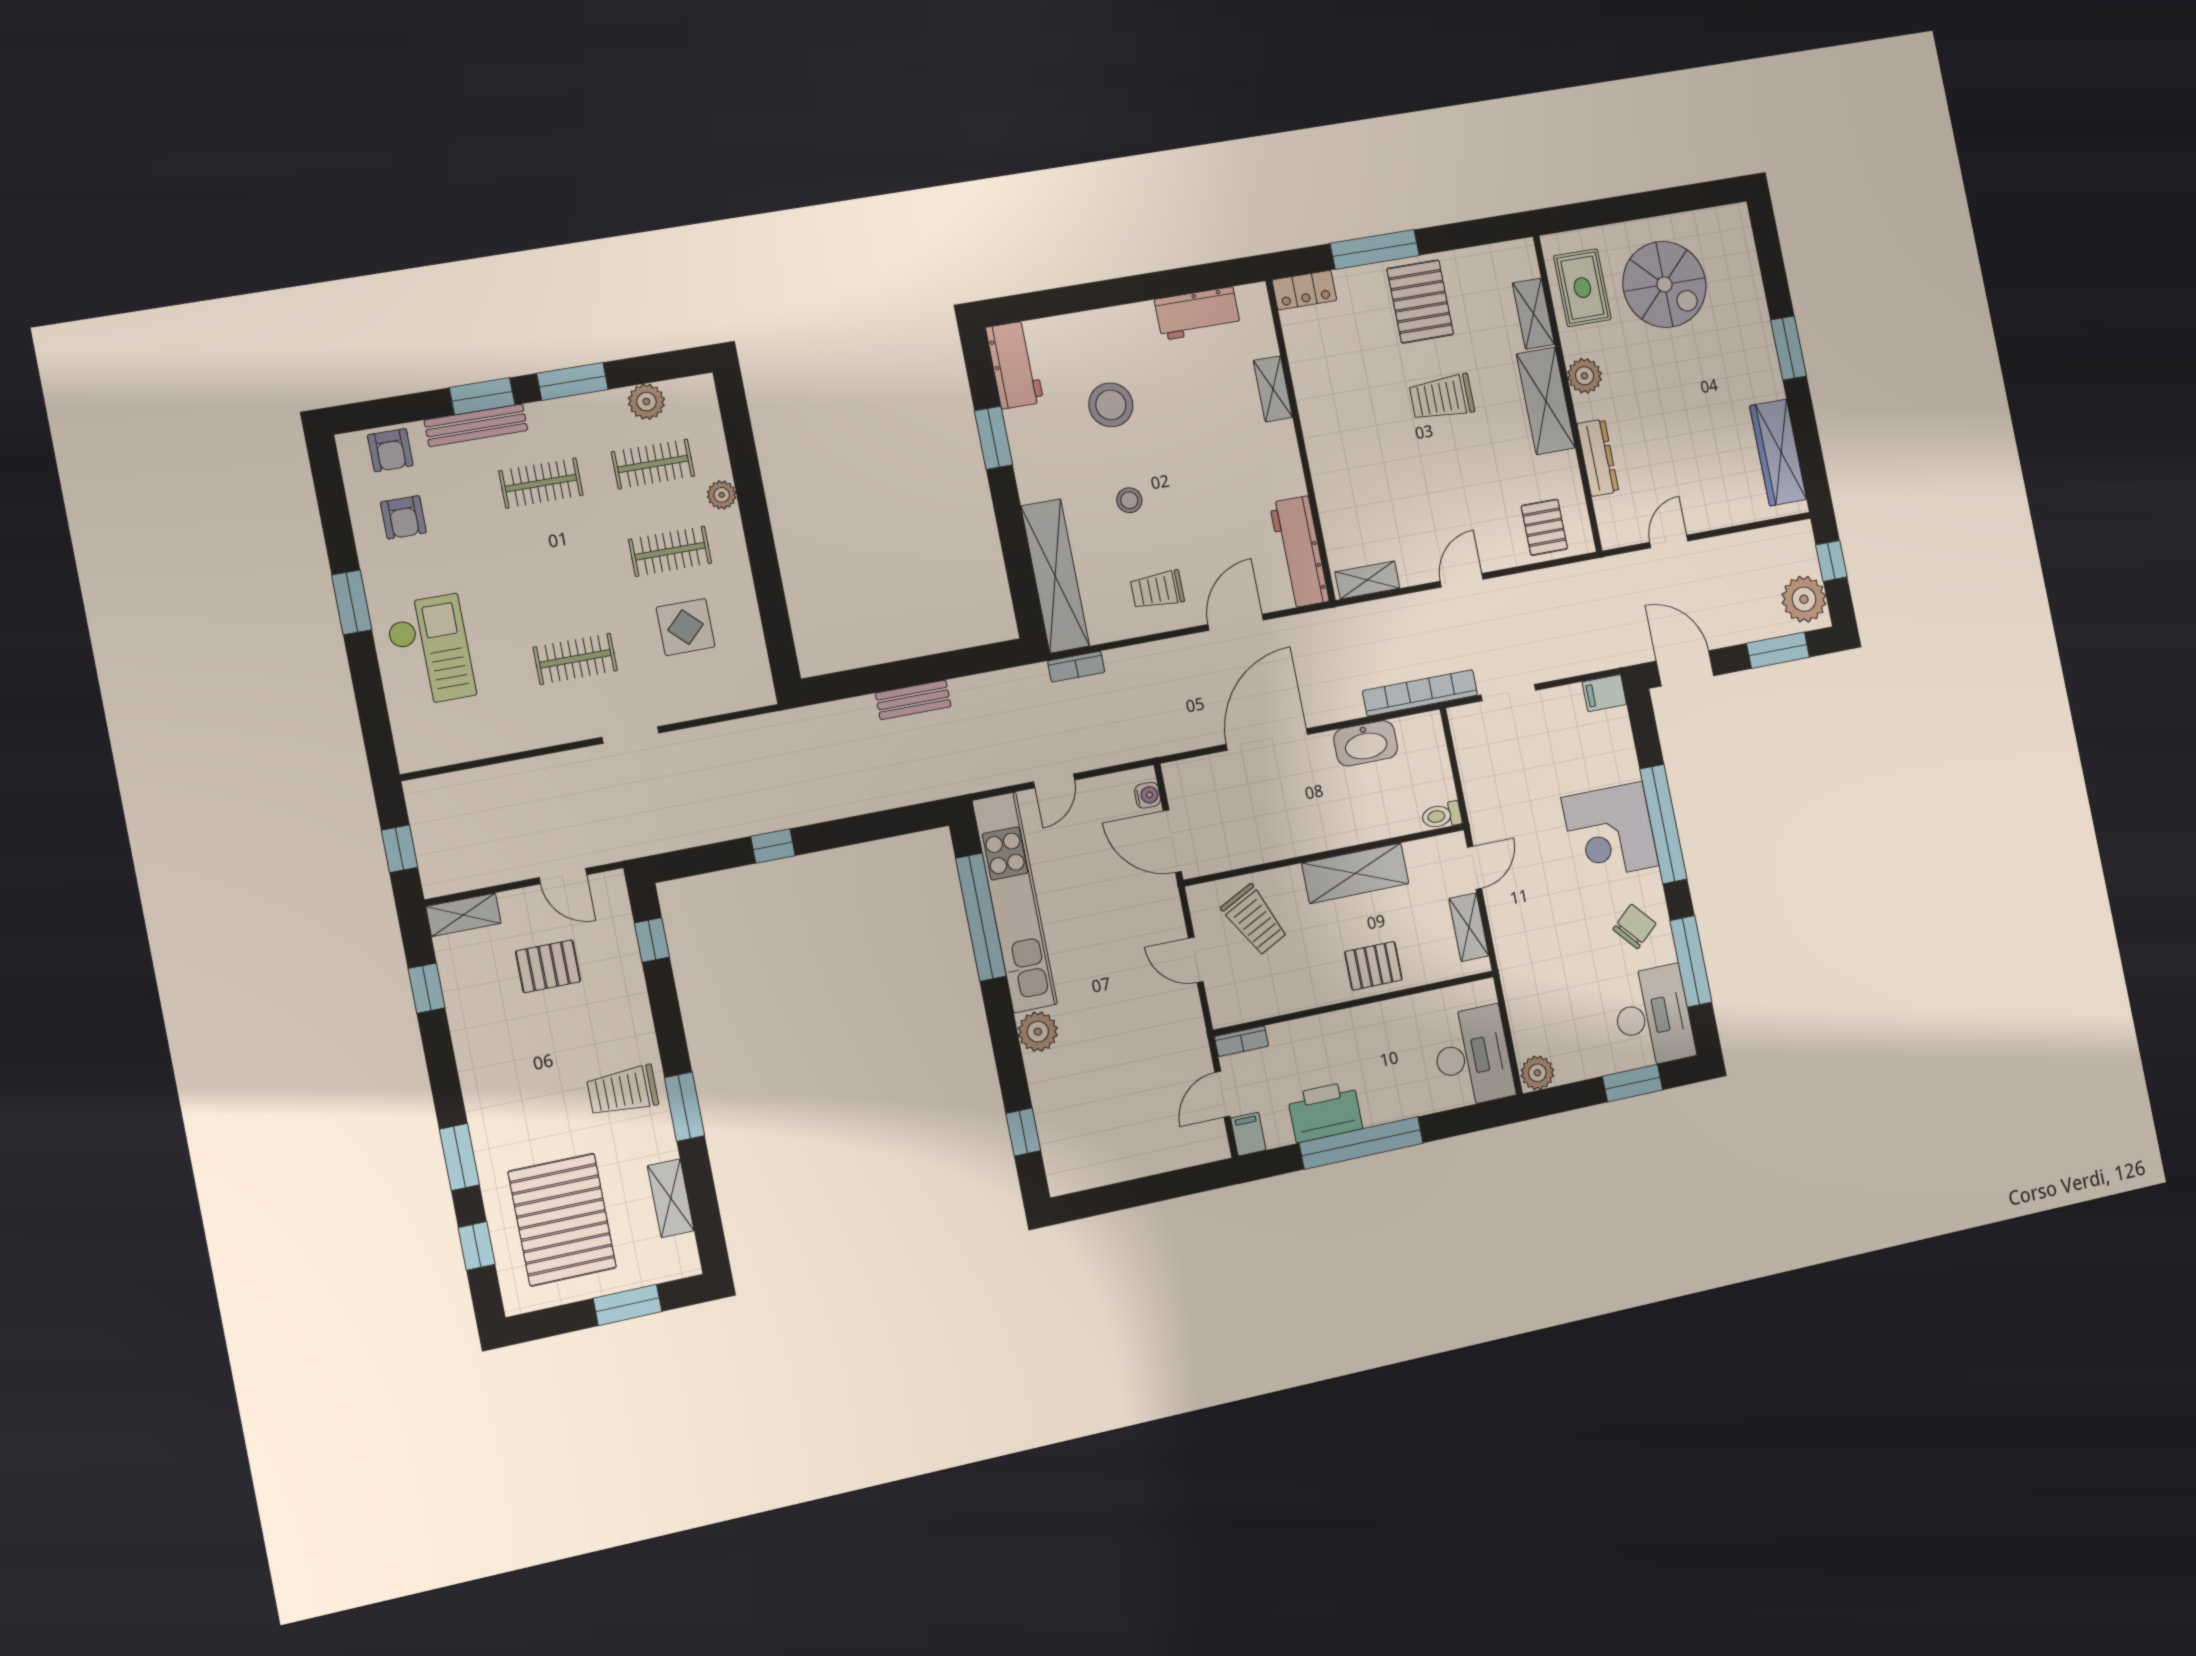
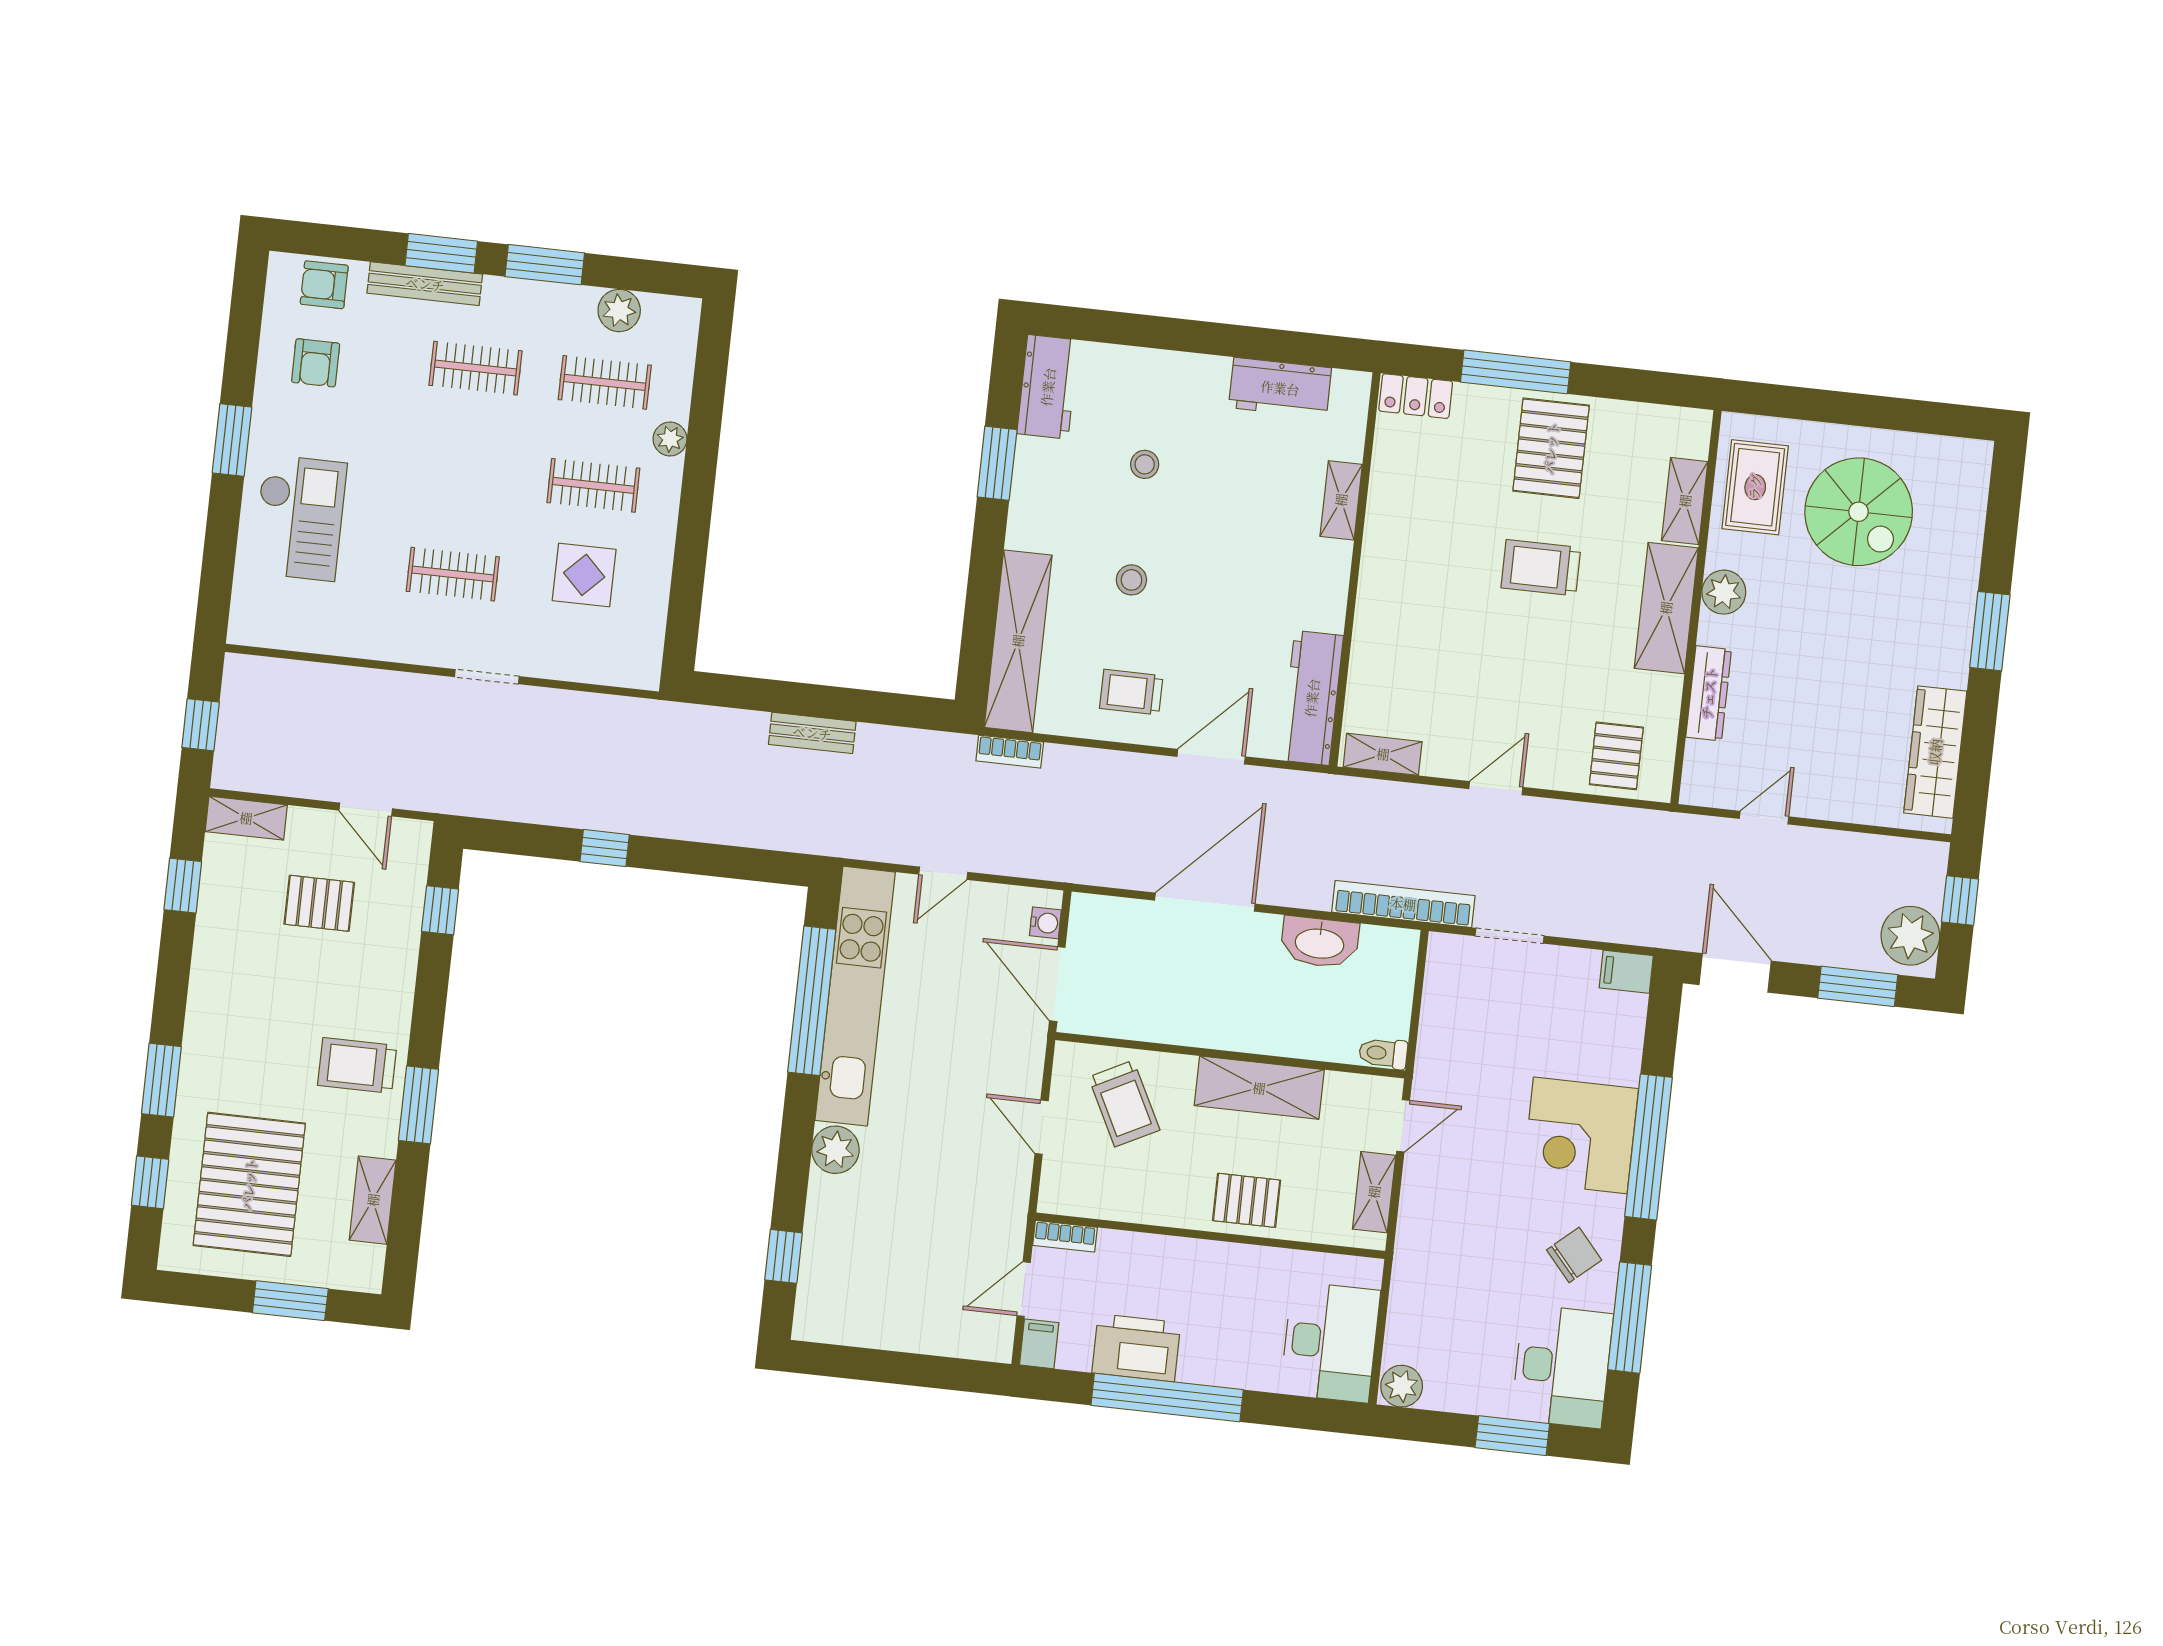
stool: (1111, 405) -> (1145, 464), width x0.53, depth x0.53
armchair: (390, 450) -> (324, 285), turned 90

